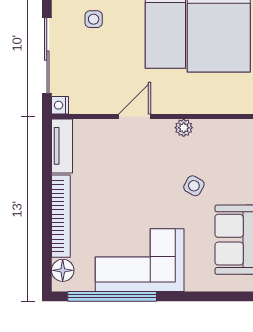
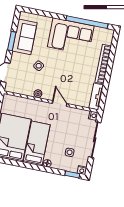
door: (135, 116) -> (60, 103), swing flipped
floor lamp: (63, 270) -> (107, 39), removed

